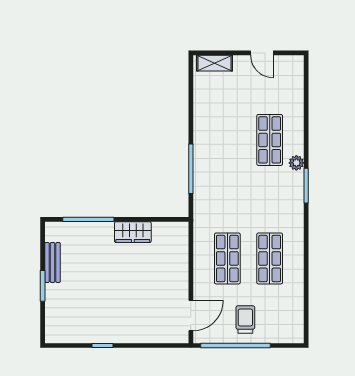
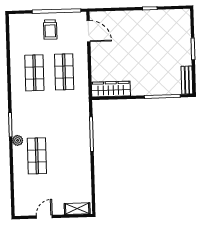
door: (262, 53) -> (44, 217), hinge flipped
wardrobe: (133, 232) -> (111, 89), moved, width x1.50
bench: (53, 262) -> (187, 80), moved
door: (191, 316) -> (88, 31), swing flipped

